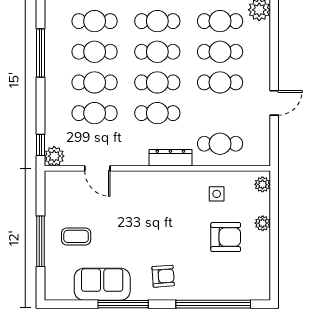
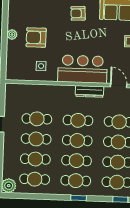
cafe table: (220, 144) -> (37, 119), moved
dresser: (170, 158) -> (89, 91), moved
plant: (262, 184) -> (11, 71), removed
bar counter: (153, 191) -> (82, 69), added
plant: (263, 223) -> (12, 35), moved

